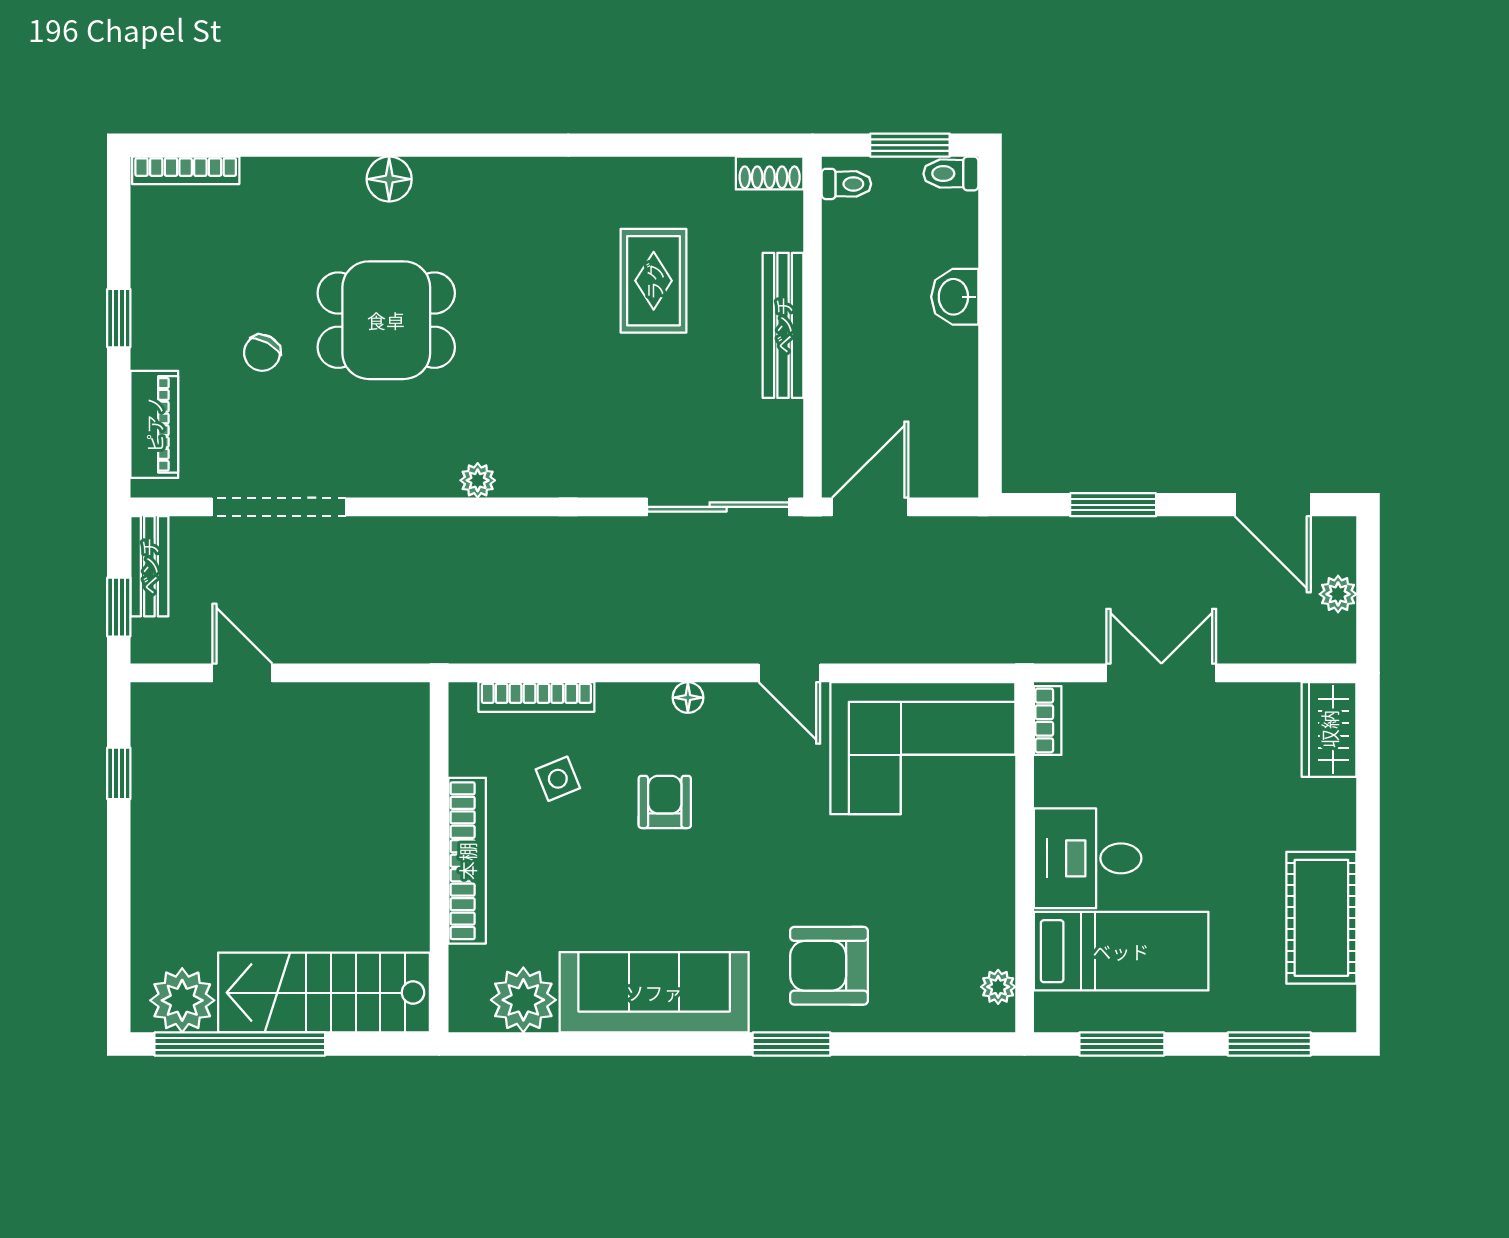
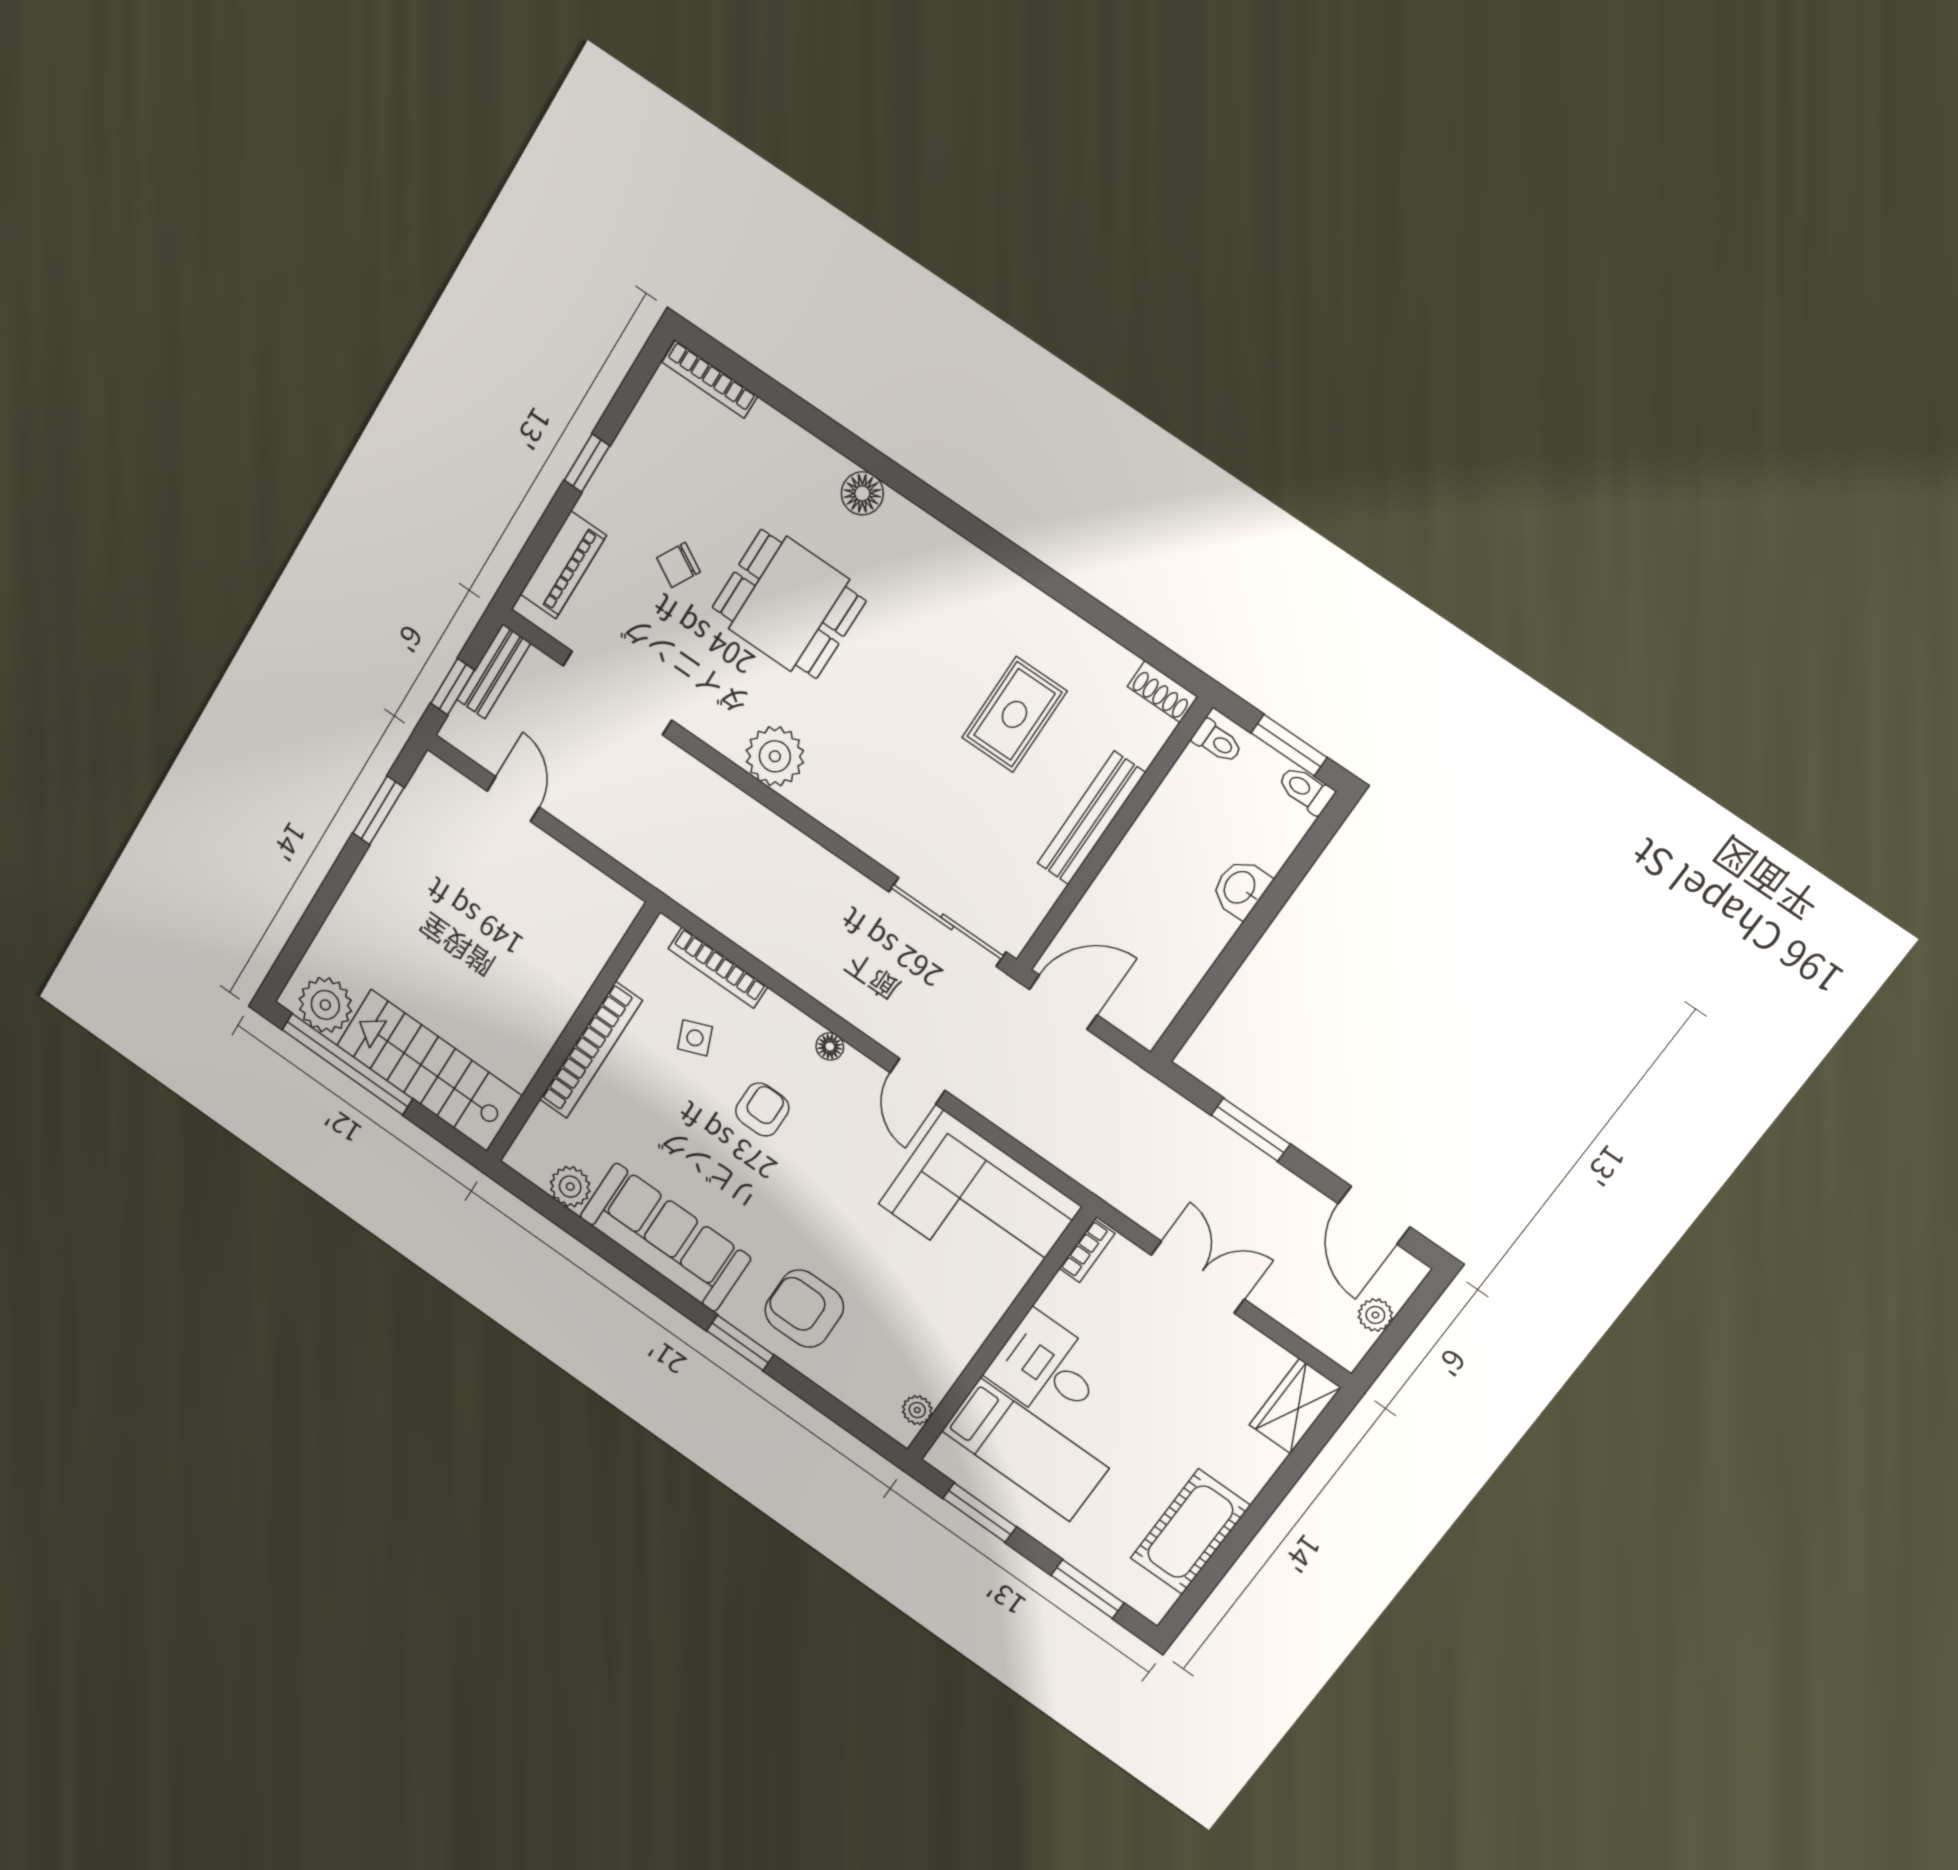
plant: (478, 480) -> (775, 756), width x1.88, depth x1.88
window: (119, 773) -> (378, 810), width x1.50
plant: (523, 1000) -> (570, 1187), width x0.73, depth x0.73

